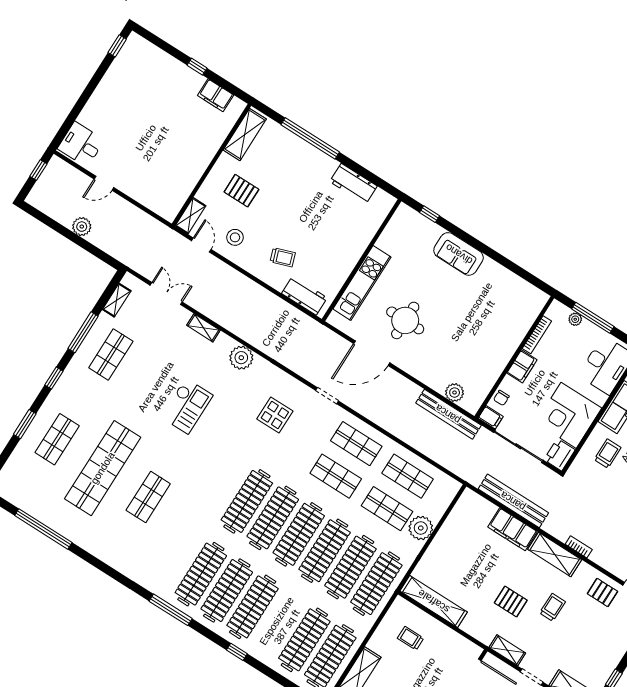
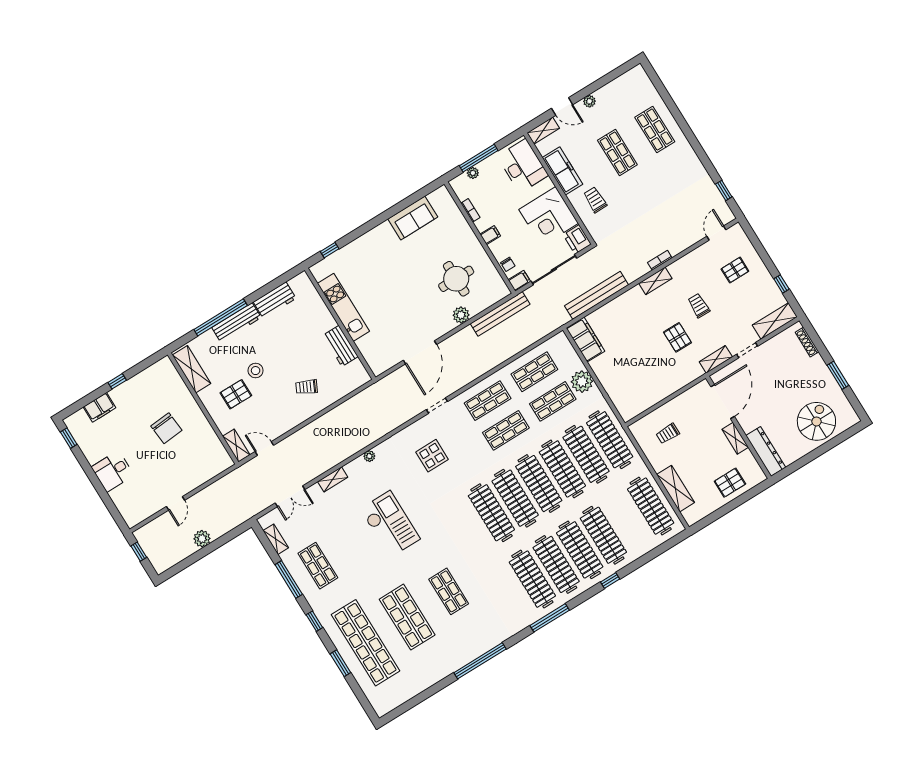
filing cabinet: (216, 95) -> (99, 407), moved
chair: (174, 138) -> (166, 428), added
desk: (81, 144) -> (113, 471), moved
workbench: (313, 157) -> (236, 323), added
stool: (235, 237) -> (256, 371), moved
sofa: (459, 254) -> (413, 218), moved
trolley: (283, 257) -> (307, 387), turned -135
kitchen unit: (362, 283) -> (343, 307), moved
double door: (166, 294) -> (290, 496), swing flipped
workbench: (304, 296) -> (340, 346), moved, turned -90
round table: (405, 320) -> (456, 279), moved
bookcase: (537, 335) -> (470, 210), width x0.64
plant: (241, 358) -> (369, 456), width x0.53, depth x0.53
filing cabinet: (522, 366) -> (490, 235), width x0.50
plant: (455, 393) -> (461, 315), moved
checkout: (187, 406) -> (390, 524), width x1.36, depth x1.21
shop shelf: (57, 439) -> (366, 643), width x2.00, depth x1.36
shop shelf: (103, 468) -> (407, 617), width x0.71
window: (43, 529) -> (480, 661), moved
filing cabinet: (512, 529) -> (585, 340), moved, turned -90
shelving: (555, 555) -> (655, 281), width x0.67, depth x0.75
pallet: (602, 593) -> (735, 270), moved
shelving: (434, 601) -> (647, 400), removed
pallet: (511, 601) -> (677, 337), turned 90
clothes rail: (304, 640) -> (603, 535), moved

